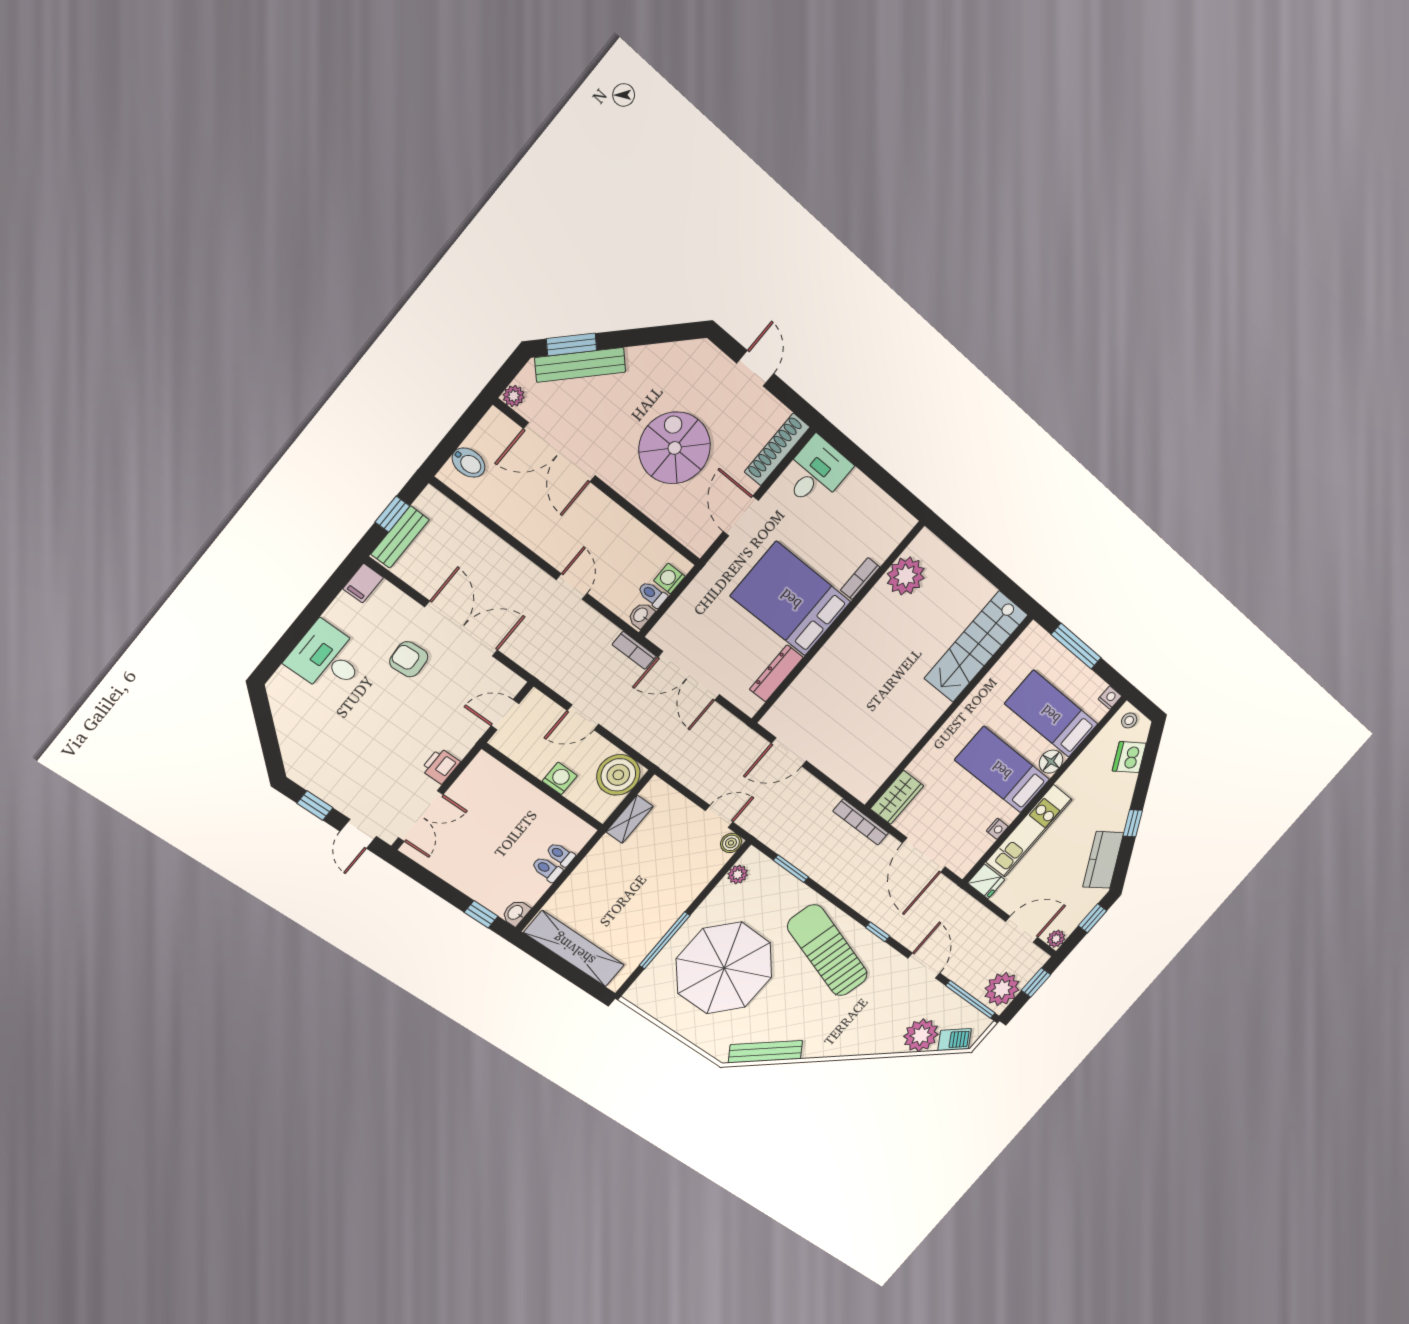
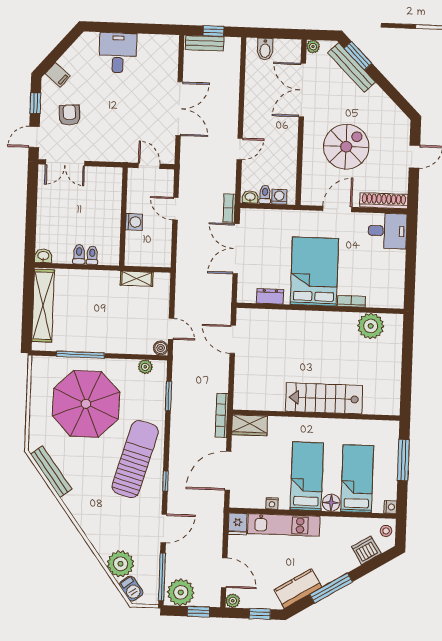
filing cabinet: (363, 583) -> (58, 75), moved, turned -139
stairs: (976, 647) -> (324, 398), moved
armchair: (409, 659) -> (69, 115), moved
dresser: (776, 673) -> (270, 296), width x0.70
printer: (440, 766) -> (99, 153), removed
boiler: (618, 775) -> (157, 253), removed
window: (1133, 823) -> (331, 588), width x2.17
window: (481, 914) -> (30, 237), removed

